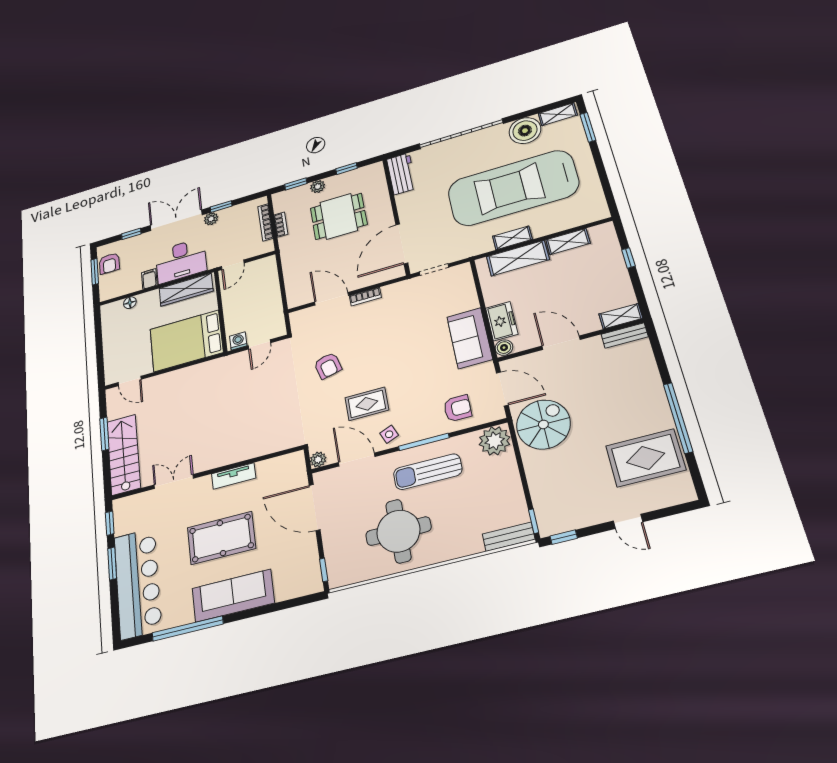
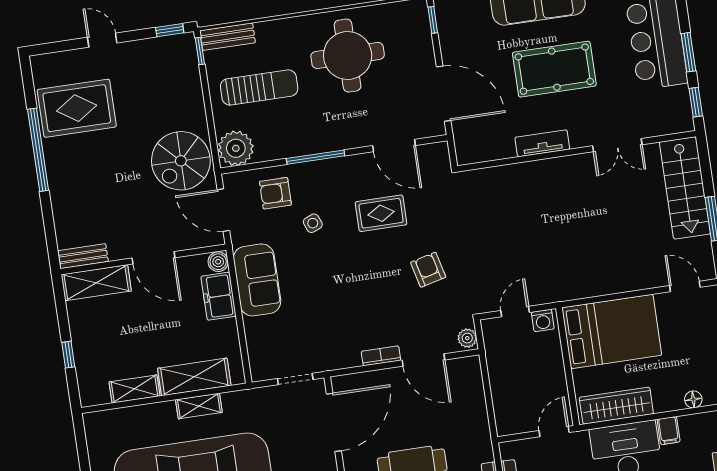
shelving: (621, 316) -> (96, 283), width x1.50, depth x1.33
side table: (389, 434) -> (313, 223), moved
plant: (318, 459) -> (467, 338), moved
sun lounger: (428, 472) -> (259, 87), moved

